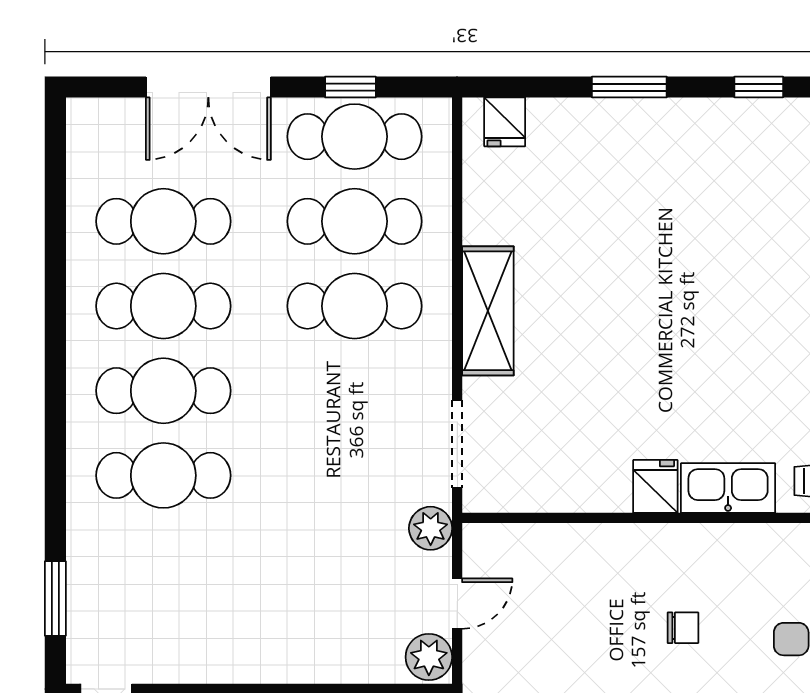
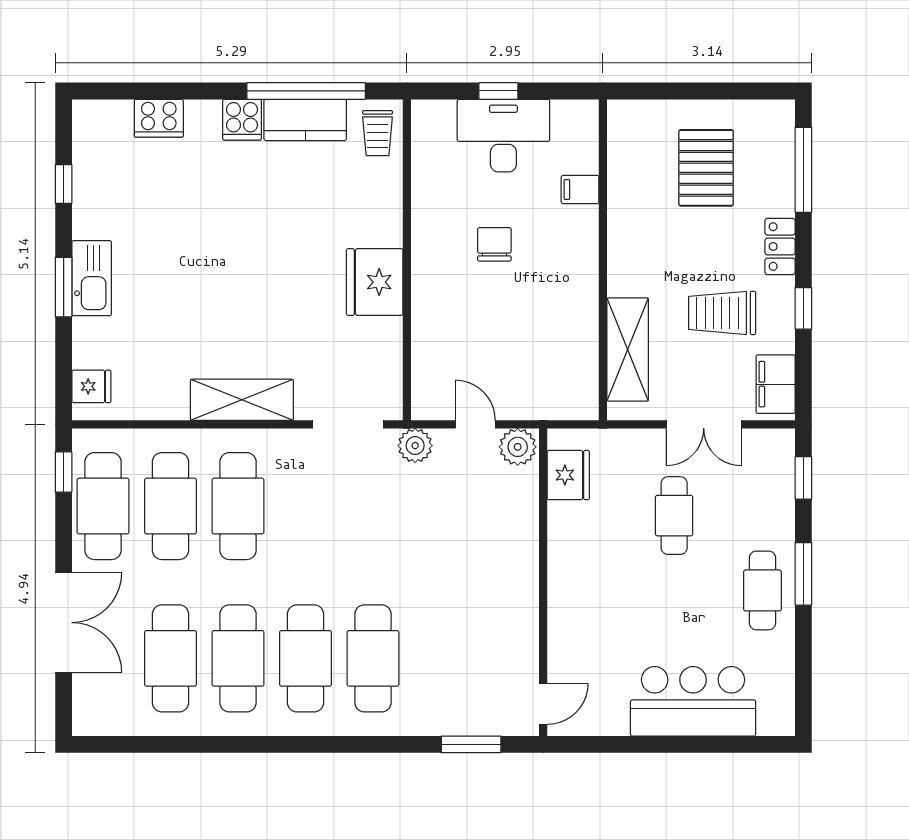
window: (350, 87) -> (64, 472), moved
fridge: (655, 486) -> (375, 282), width x1.88, depth x1.34
kitchen sink: (728, 488) -> (92, 278), moved, turned 180
chair: (683, 628) -> (494, 244), width x1.37, depth x1.37

